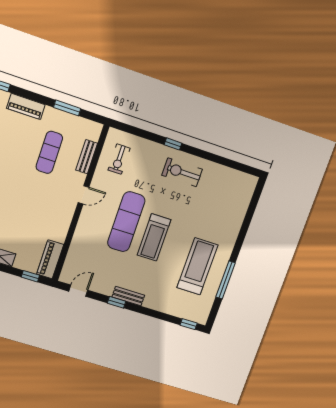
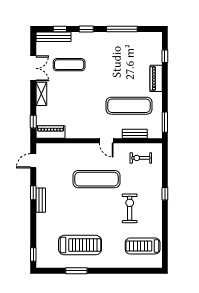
window: (67, 108) -> (165, 122), moved
exercise mat: (49, 152) -> (129, 106), width x1.36, depth x1.45
exercise bike: (182, 172) -> (130, 208), moved
treadmill: (154, 237) -> (143, 246), moved
window: (226, 280) -> (76, 271), width x0.69
door: (78, 291) -> (33, 161), swing flipped

